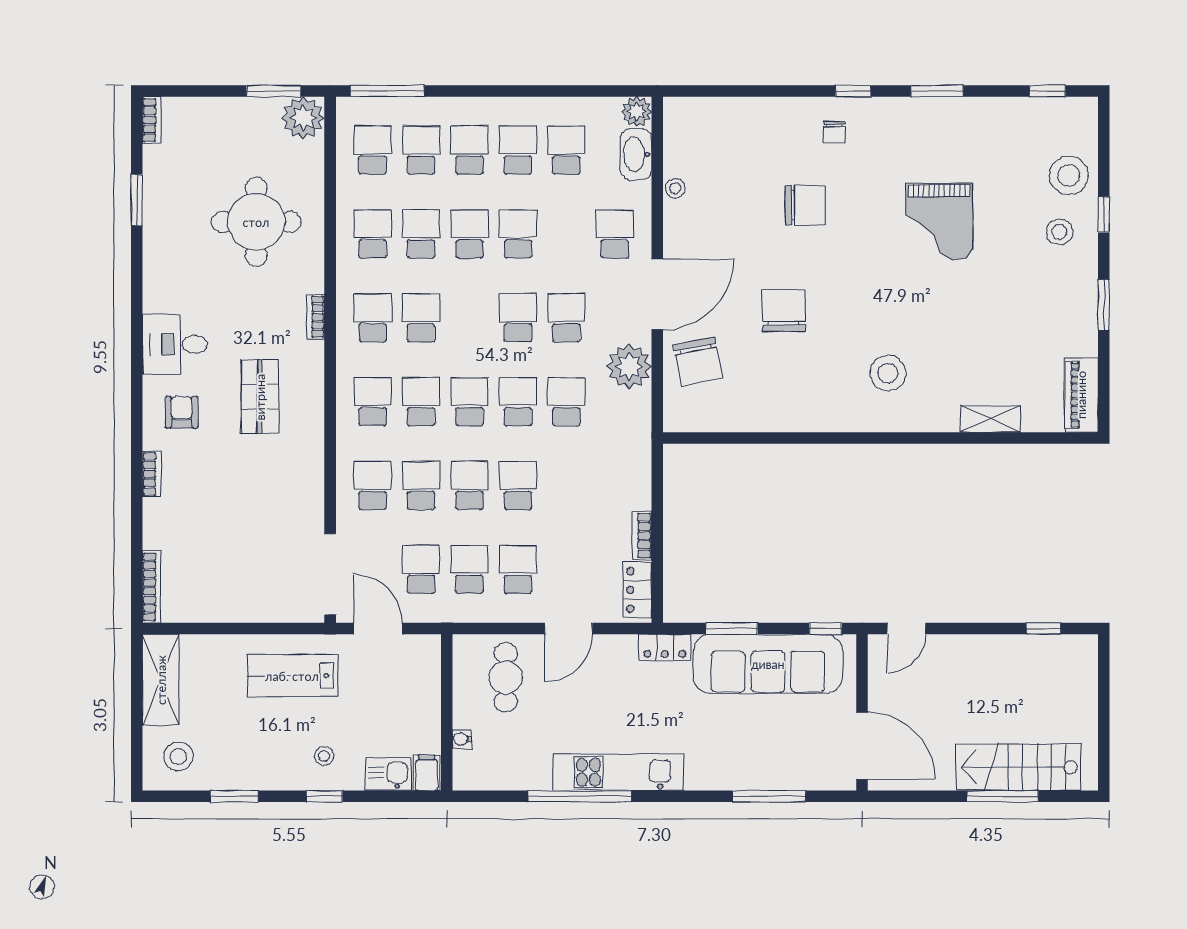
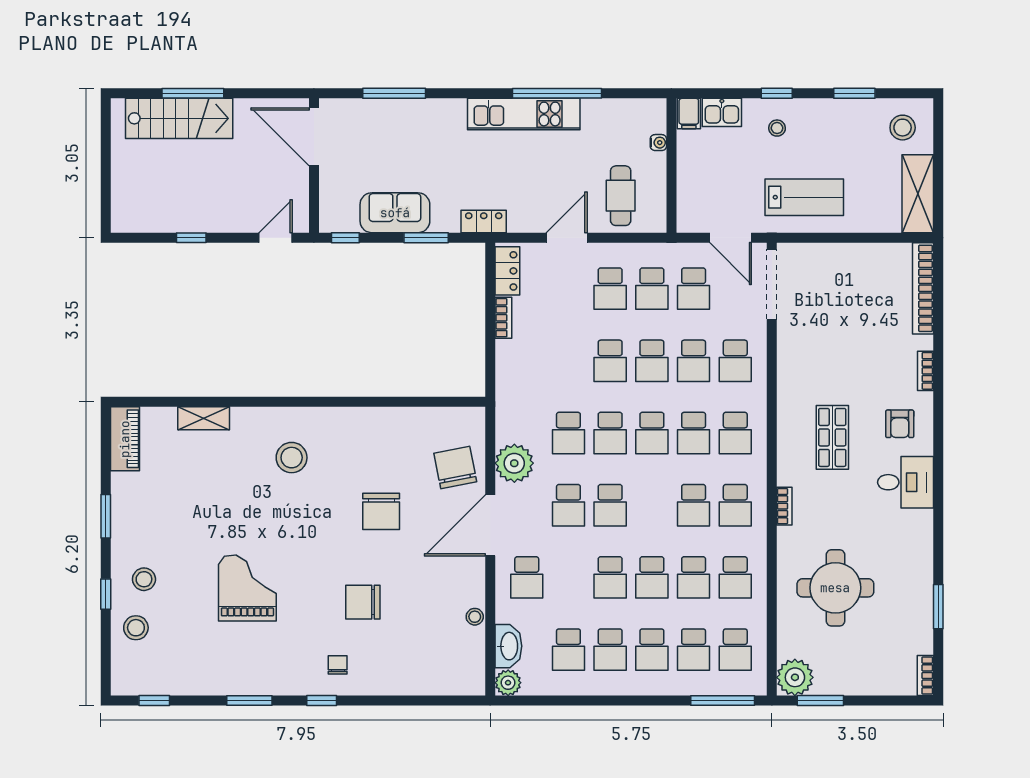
stool: (1069, 175) -> (136, 628), width x0.73, depth x0.73
bookcase: (152, 587) -> (923, 288), width x1.48, depth x1.31
window: (1043, 628) -> (191, 238), moved
sofa: (768, 664) -> (395, 213), width x0.54, depth x0.79

